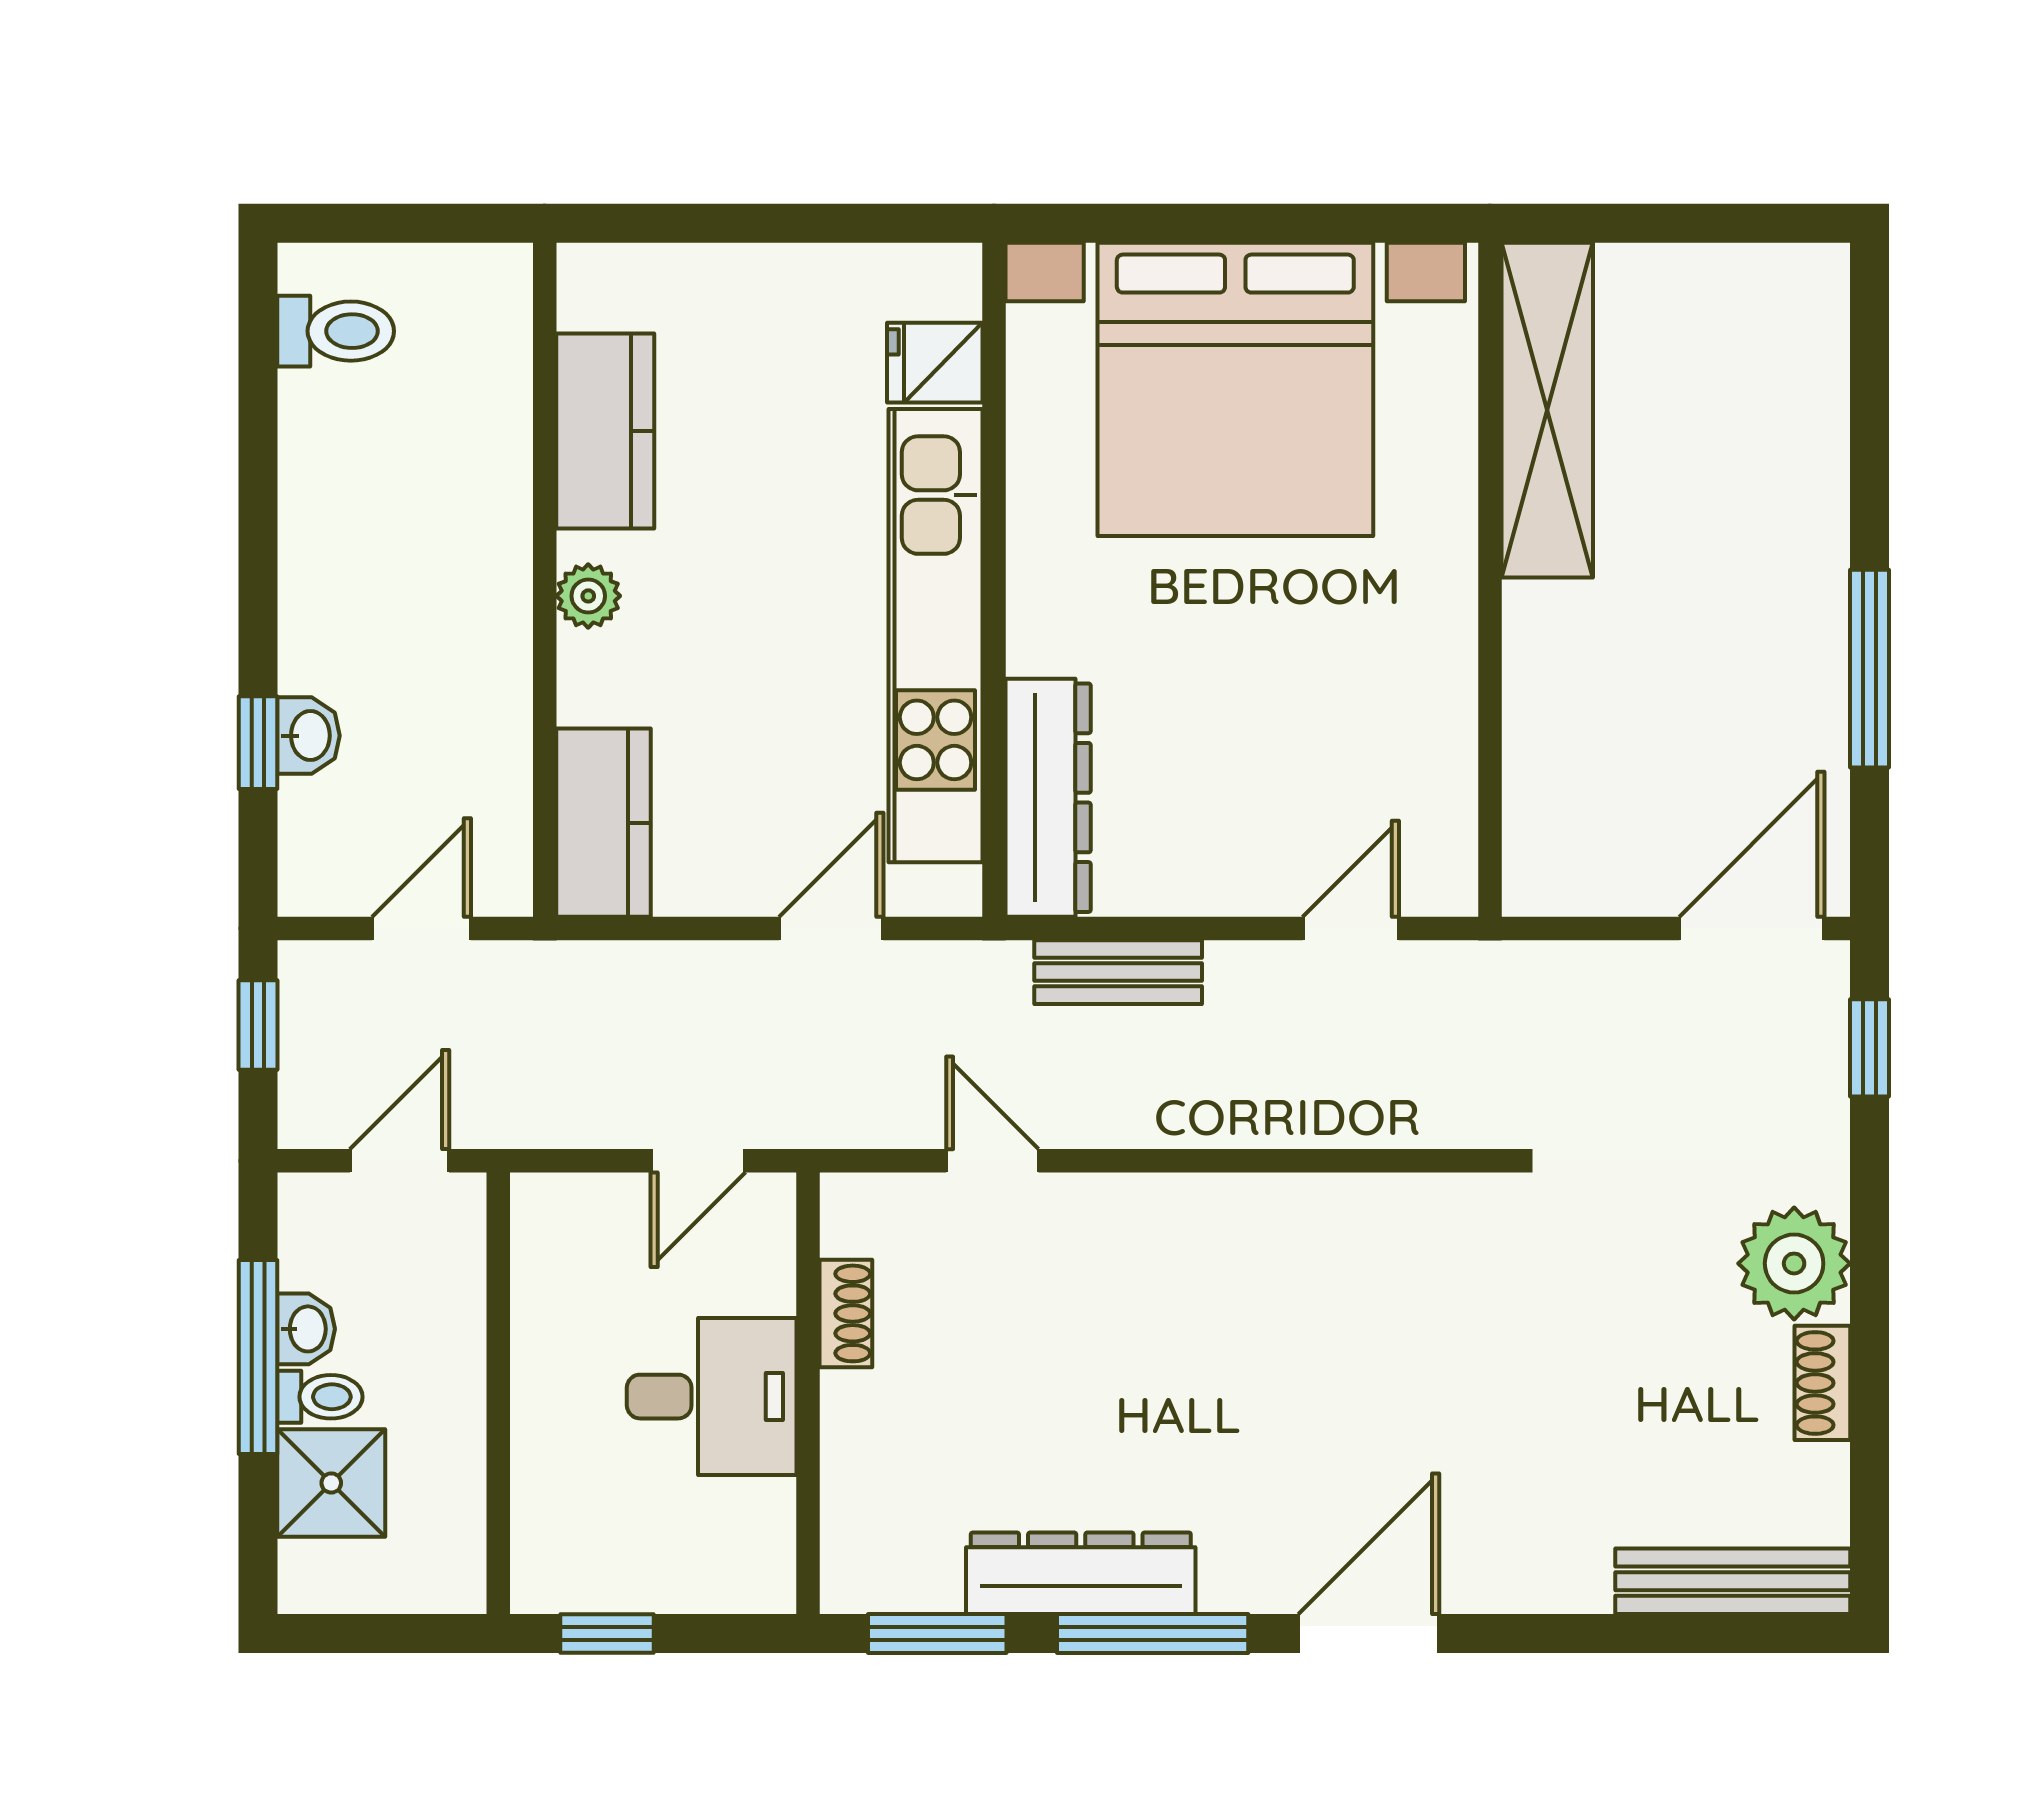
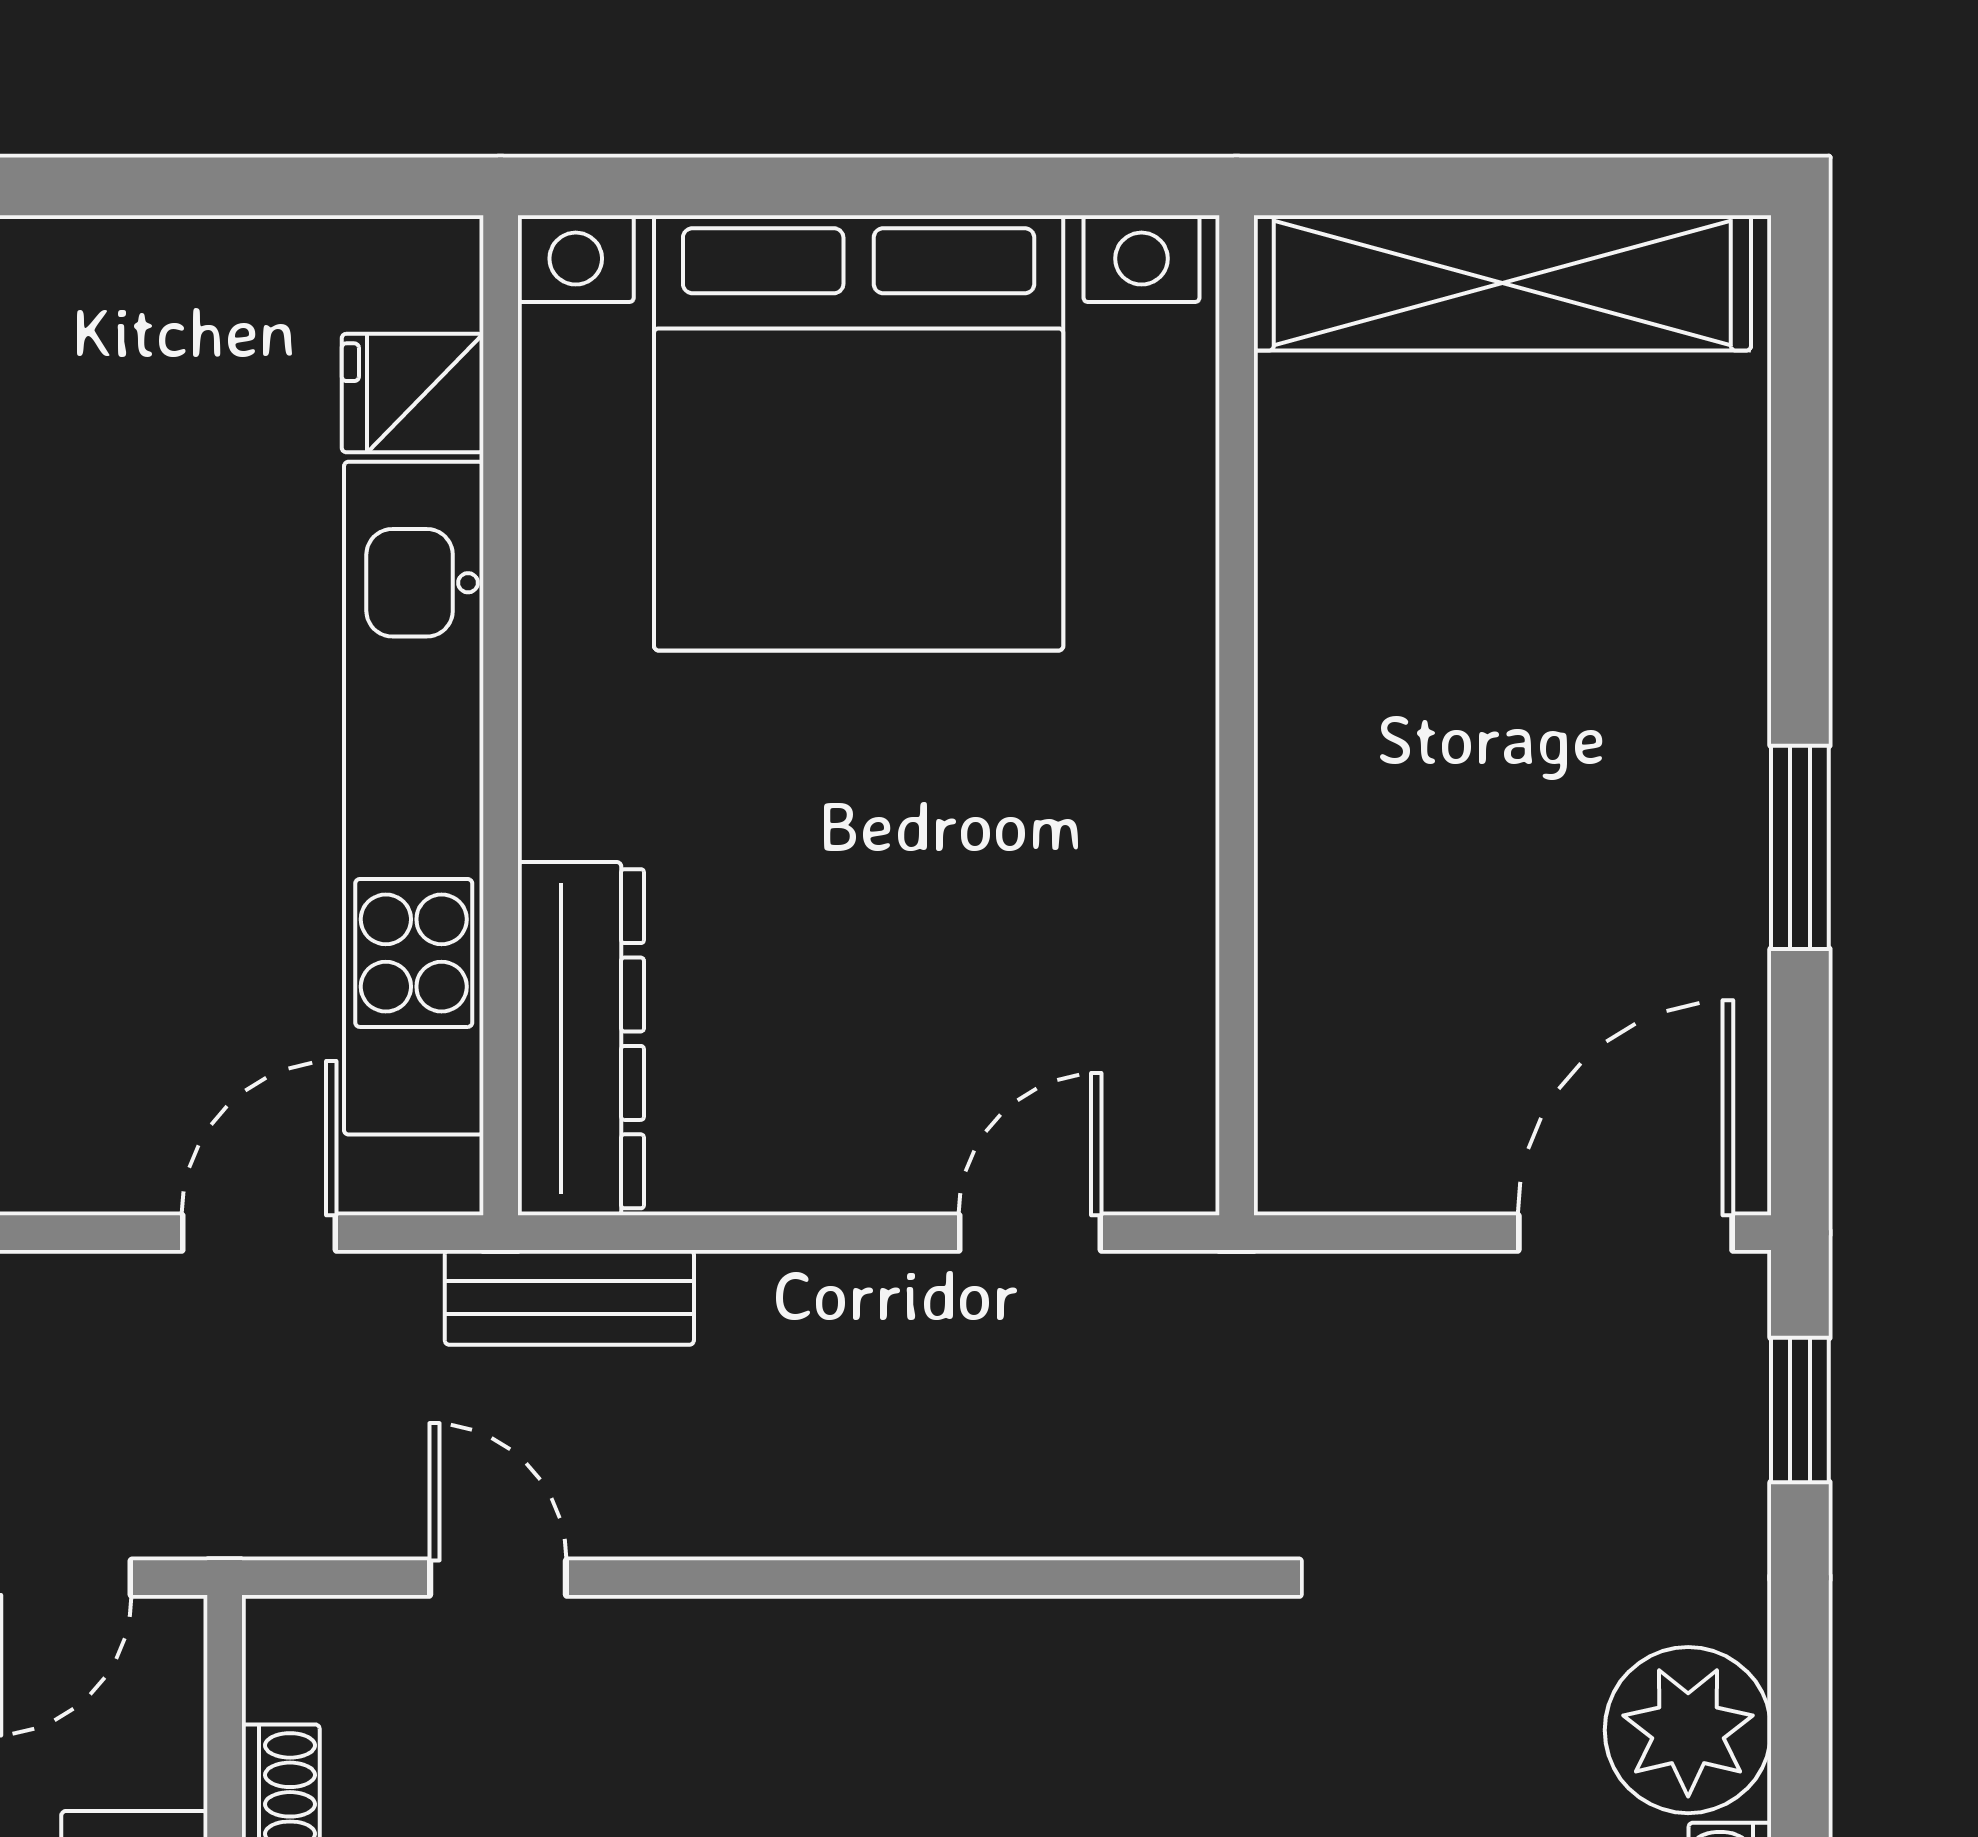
shelving: (1547, 410) -> (1502, 283), moved, turned 90
window: (1870, 669) -> (1800, 847), width x0.69
bench: (1118, 972) -> (569, 1297), moved

